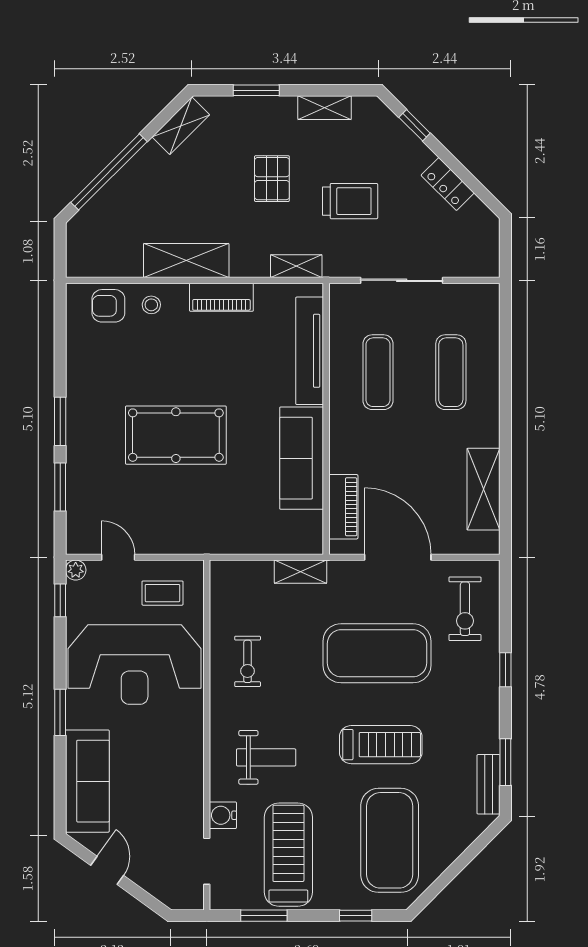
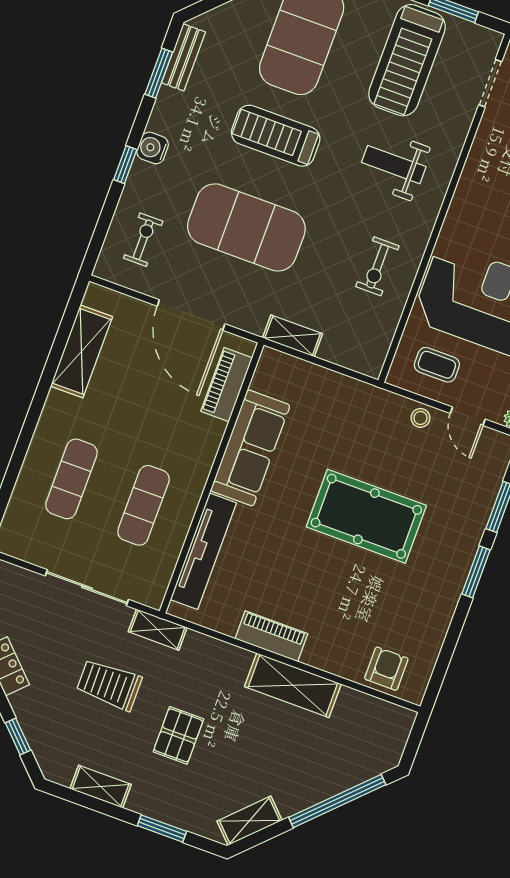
shelving: (296, 266) -> (158, 630), moved
stool: (151, 305) -> (421, 418), moved
armchair: (108, 306) -> (386, 669), turned -90
exercise bike: (465, 609) -> (143, 240), width x0.73, depth x0.72
exercise bike: (248, 661) -> (377, 266), turned 180
water cooler: (223, 815) -> (153, 148), moved, turned 180

